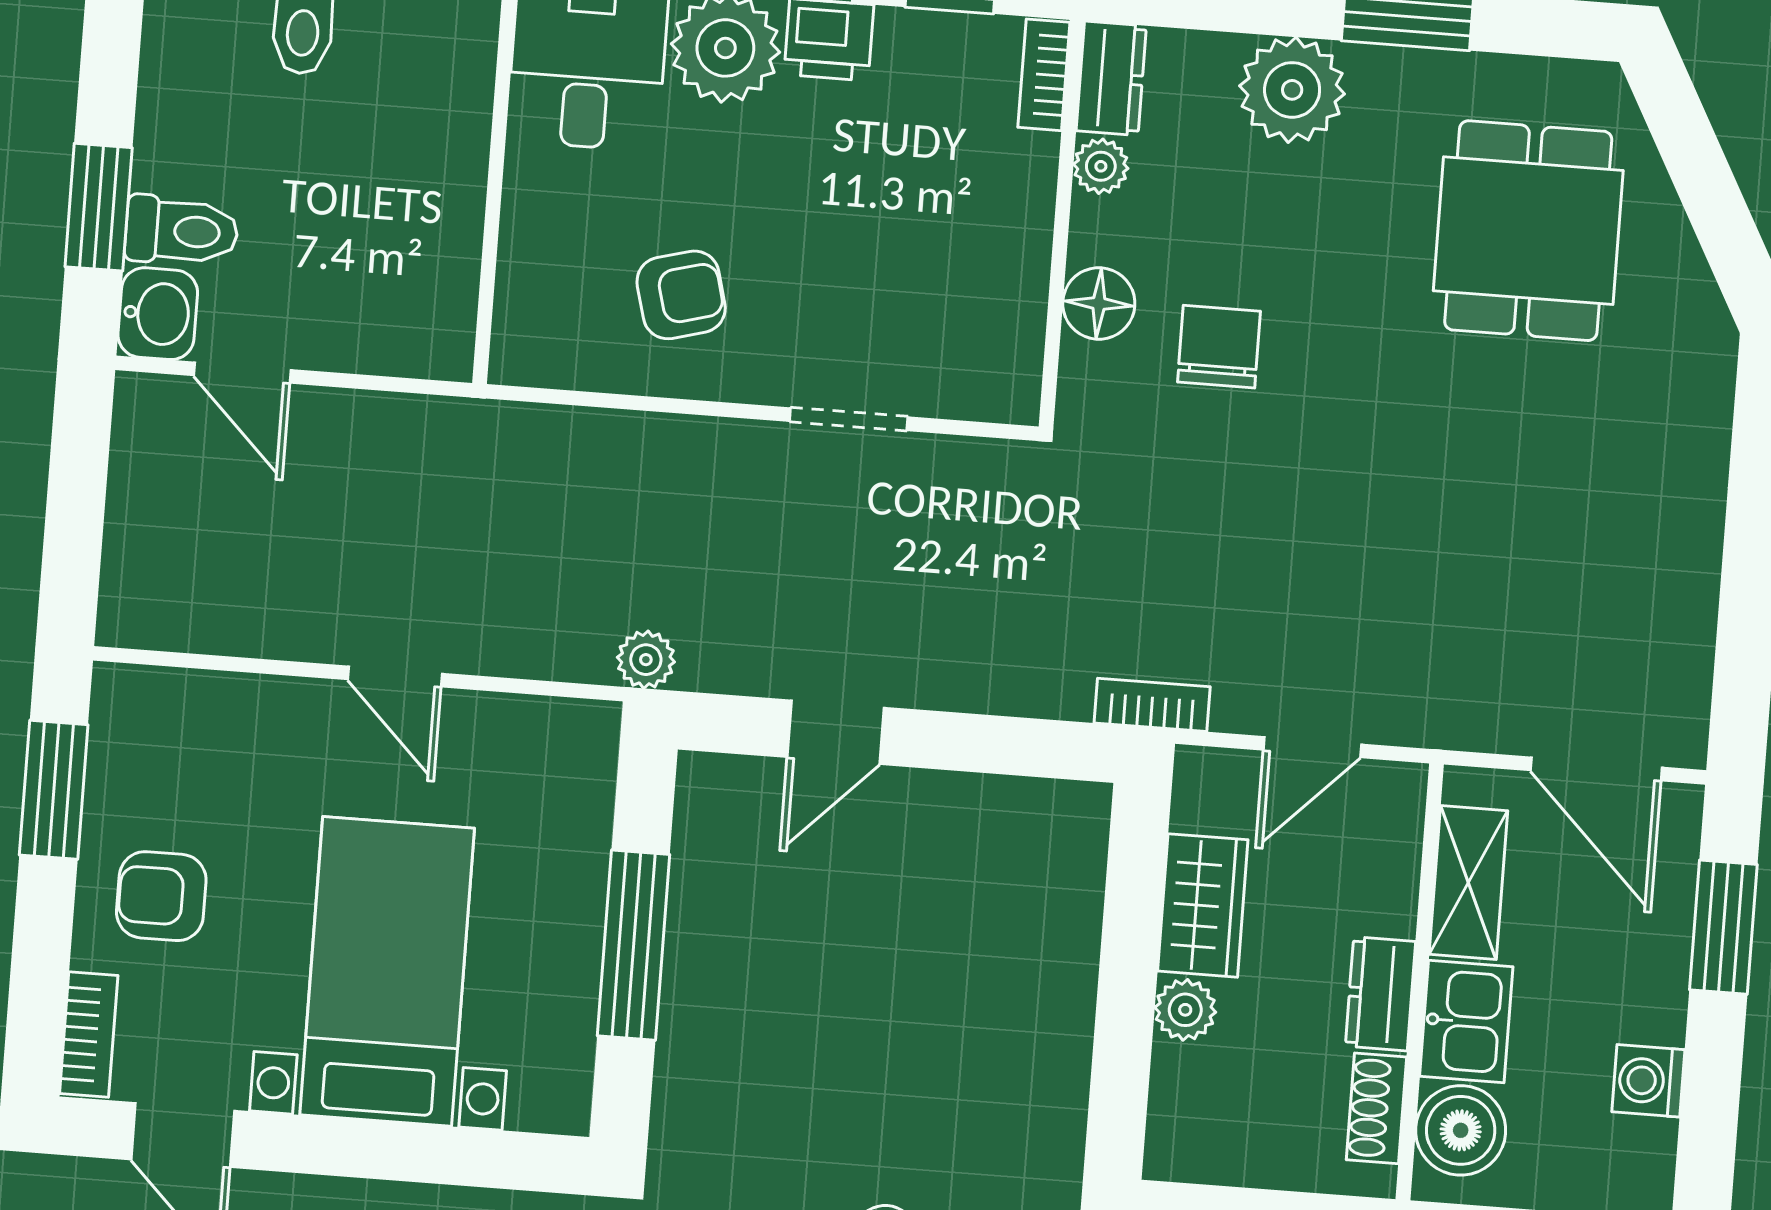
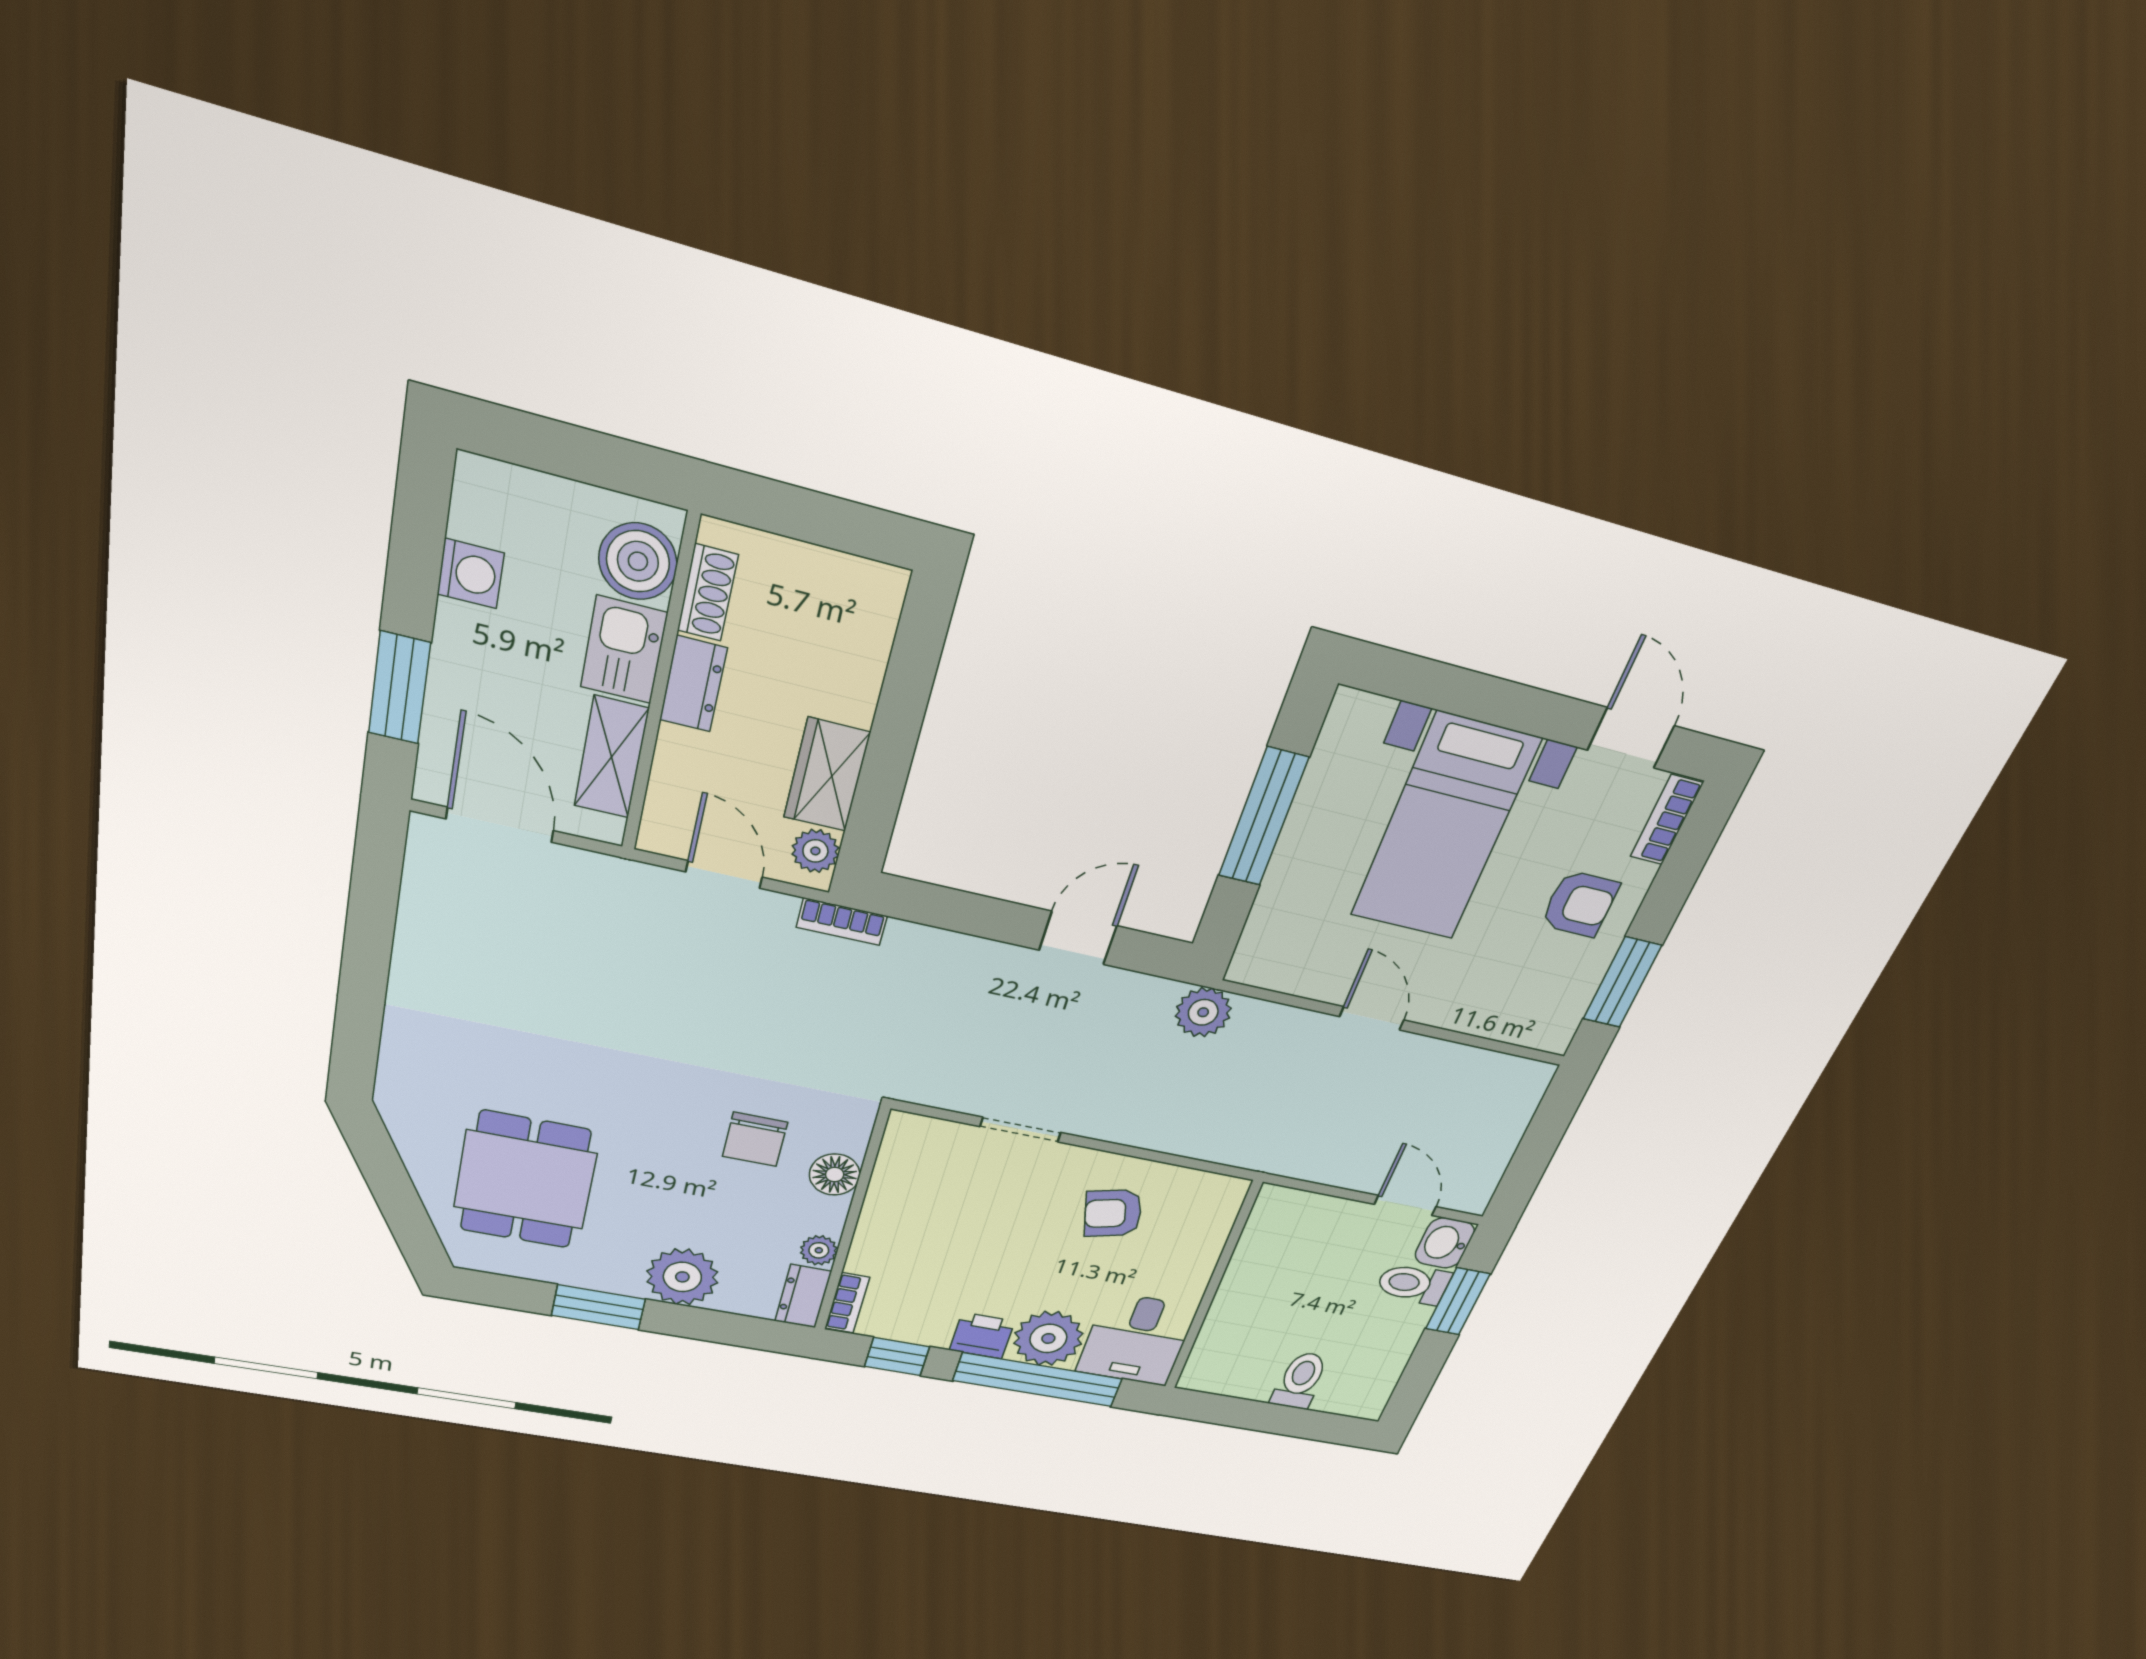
plant: (646, 660) -> (1203, 1012), width x1.38, depth x1.38
door: (1312, 747) -> (724, 875), hinge flipped
plant: (1185, 1010) -> (815, 851), moved

